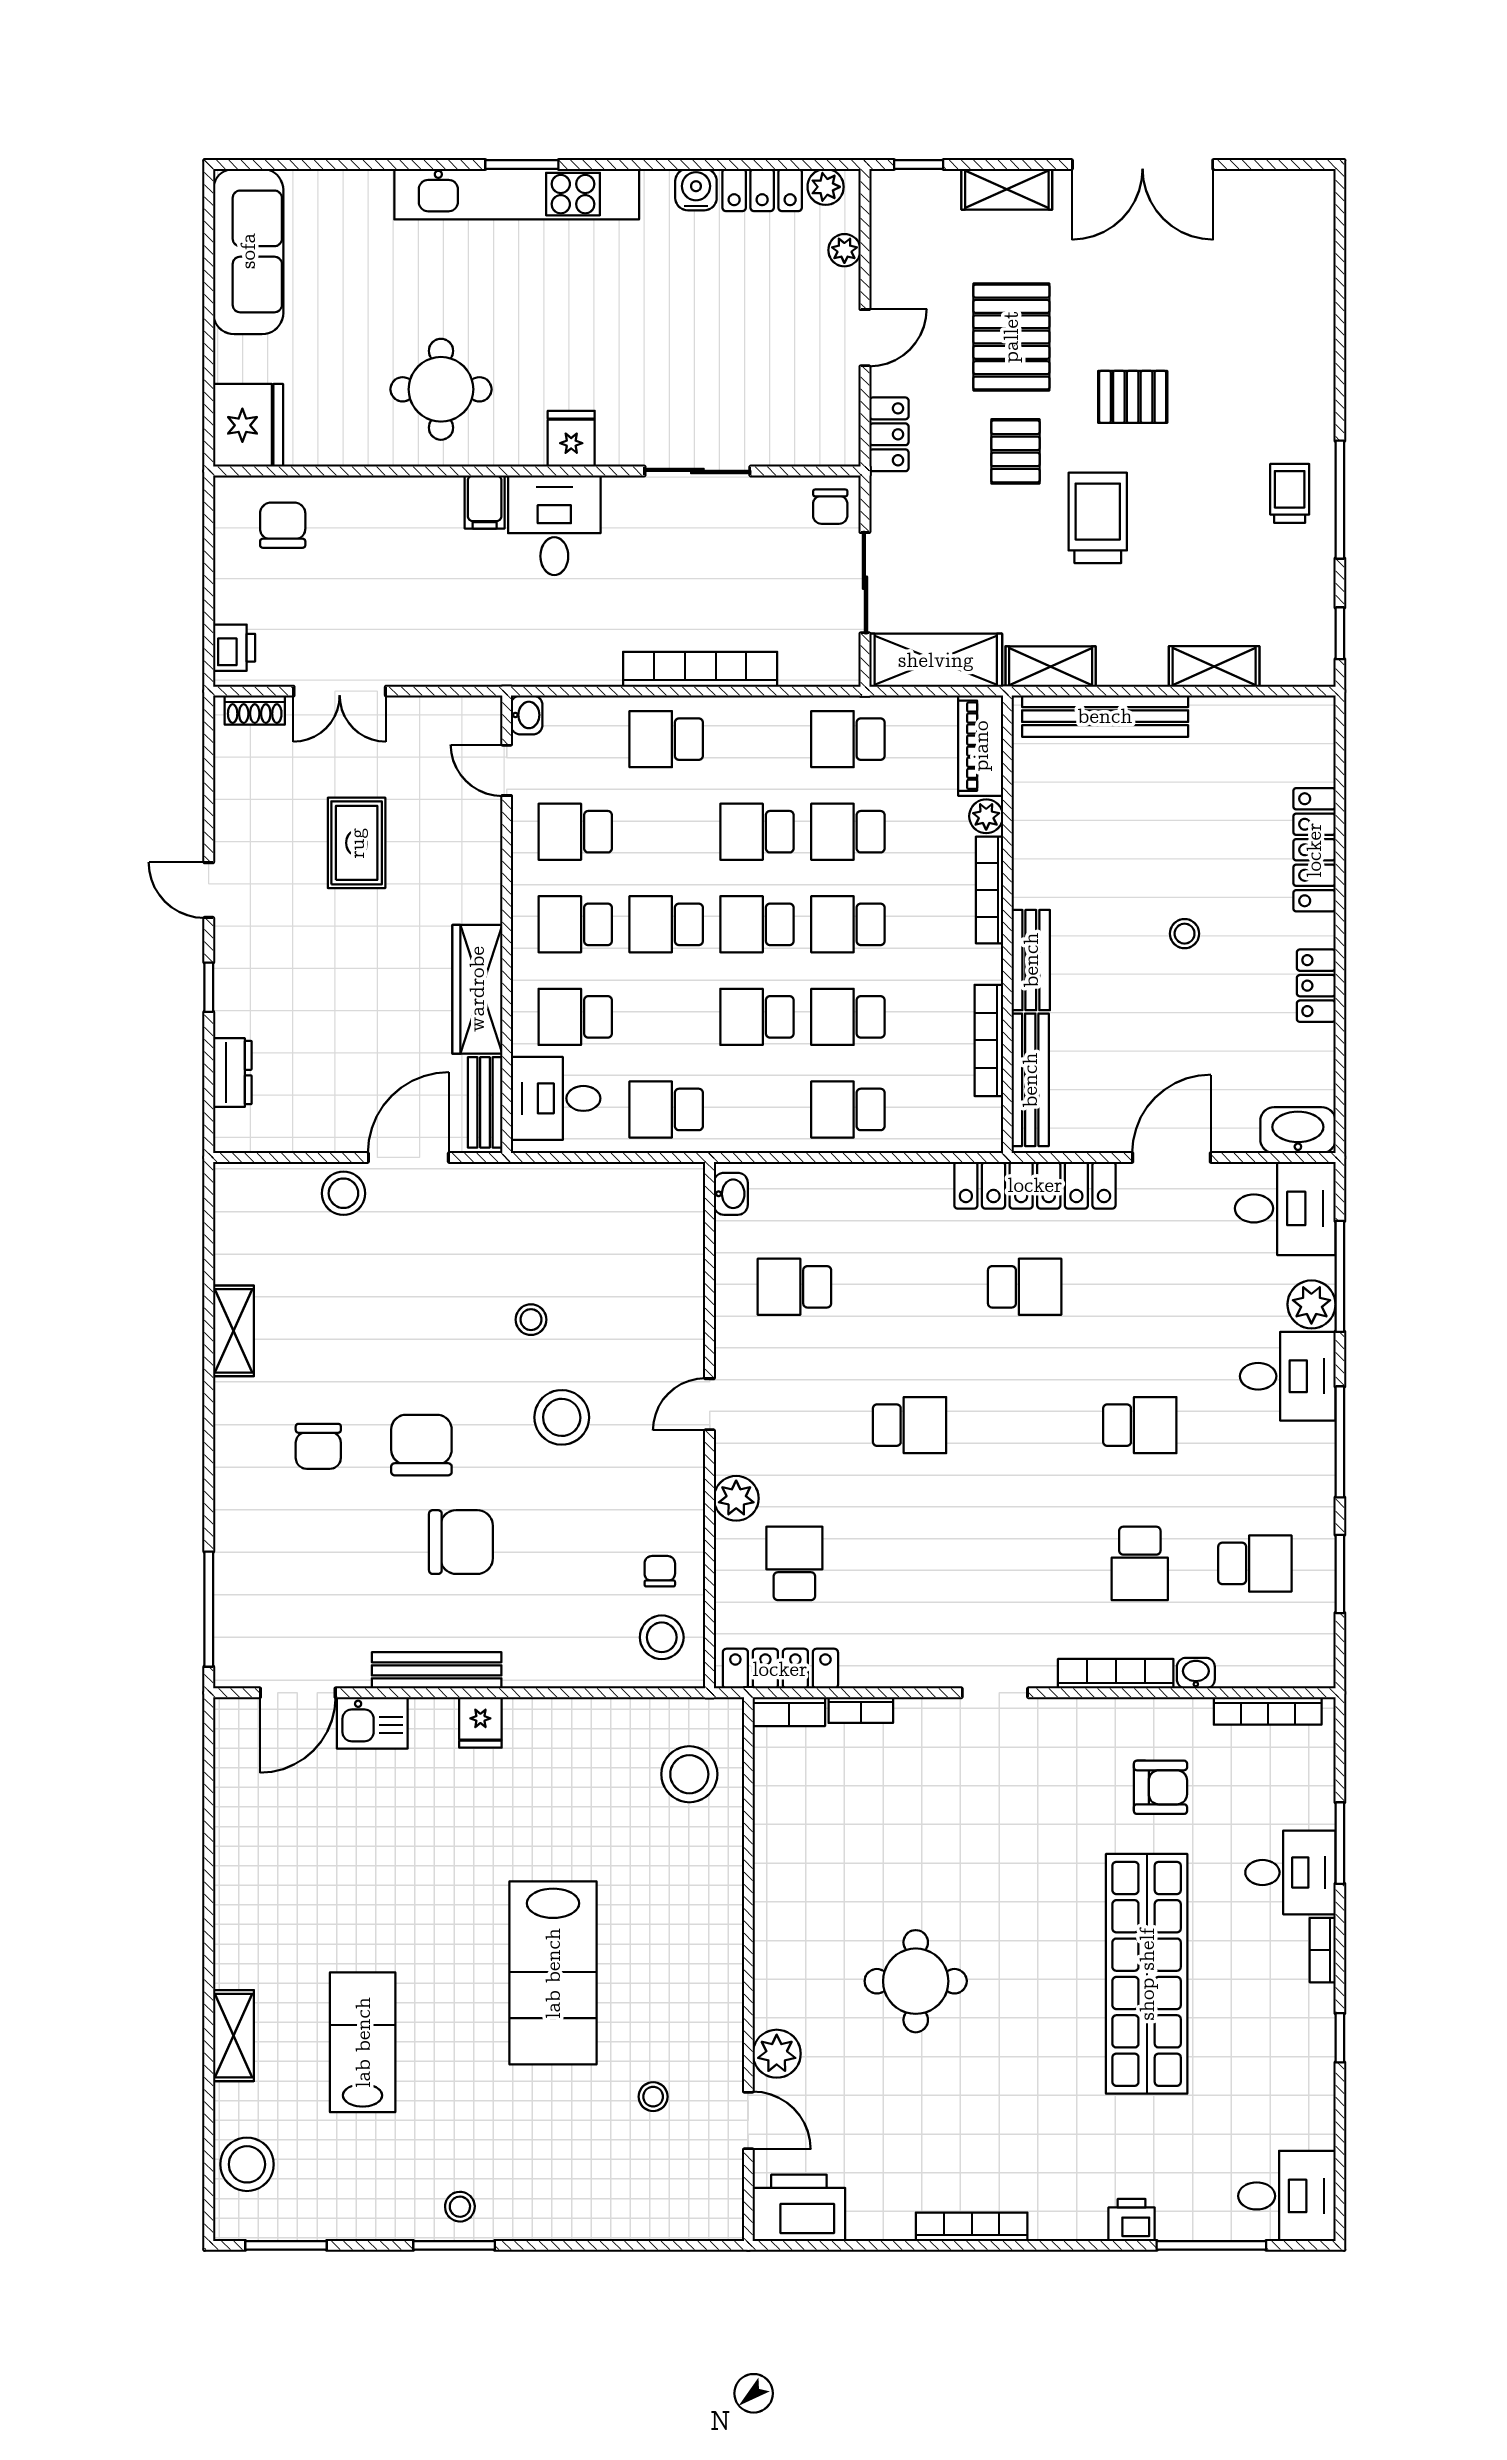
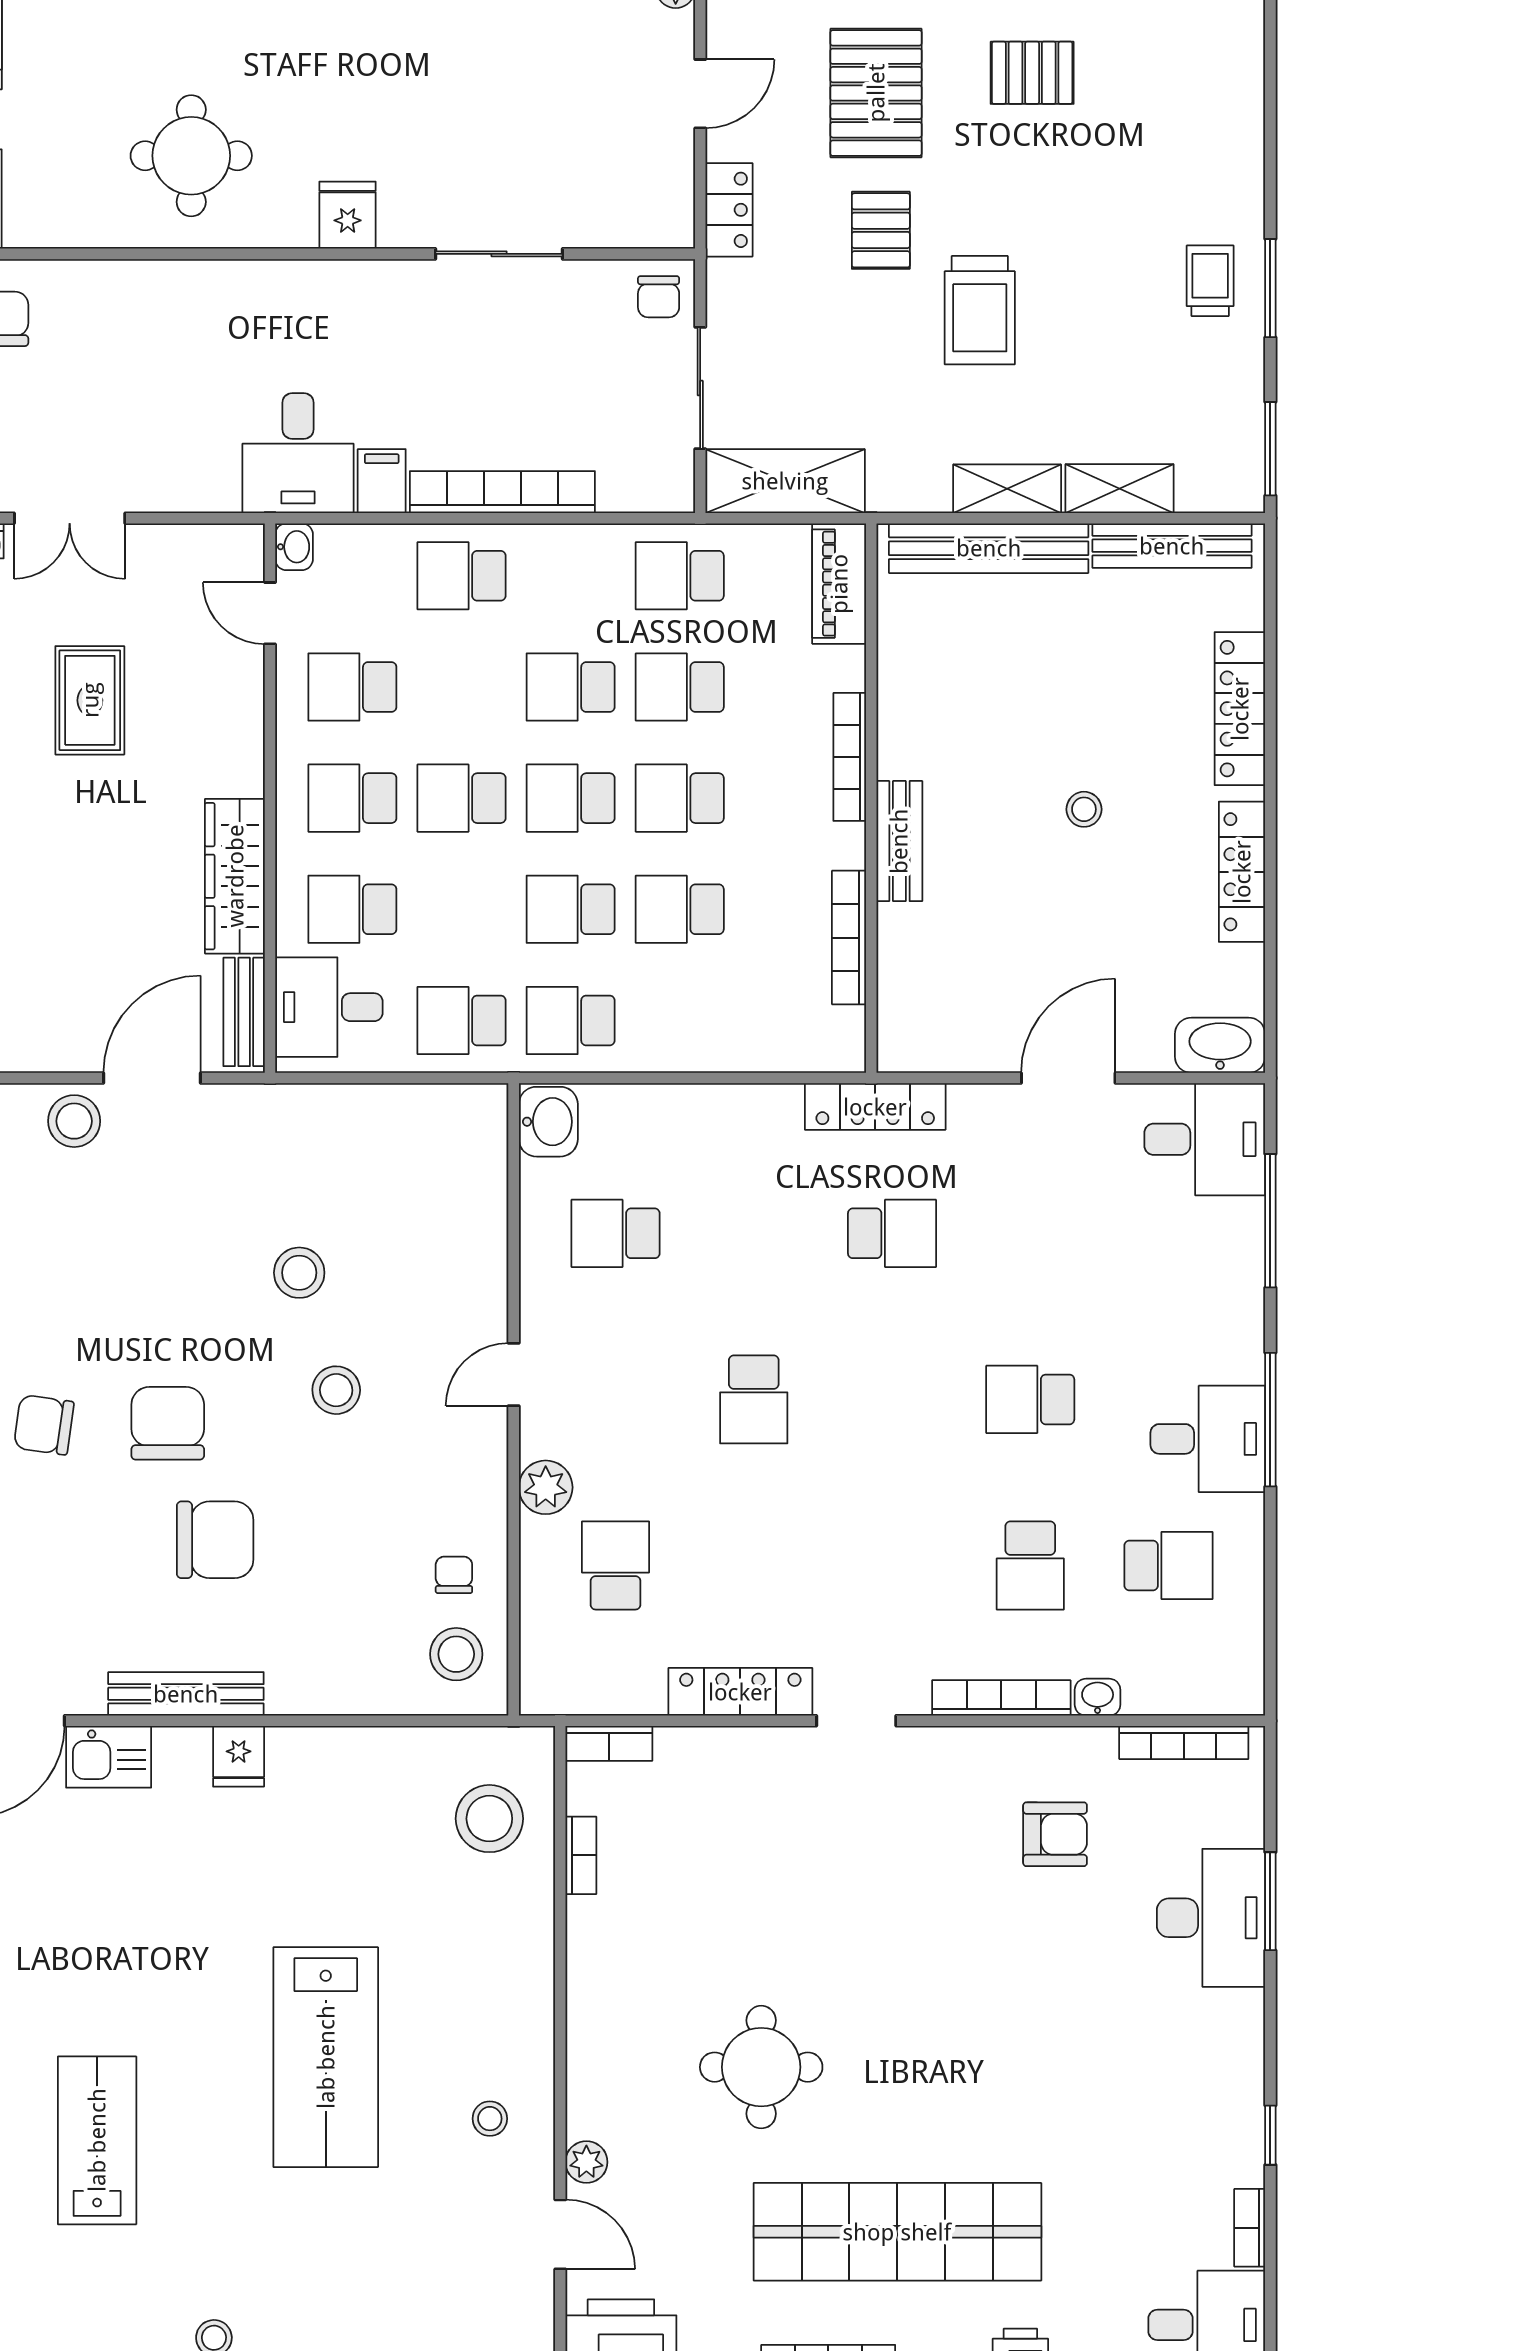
pallet: (1133, 397) -> (1032, 73), moved
window: (1340, 500) -> (1270, 288), width x0.69
filing cabinet: (485, 502) -> (382, 481), moved, turned 180
trolley: (1098, 518) -> (980, 310), turned 180
desk: (554, 525) -> (298, 453), moved, turned 180
window: (1340, 633) -> (1270, 449), width x1.50
shelving: (1051, 667) -> (1007, 489), moved
plant: (986, 816) -> (846, 668), removed
locker: (1316, 986) -> (1242, 872), width x1.53
bench: (1030, 1080) -> (1172, 546), moved, turned 90
school desk: (848, 1109) -> (571, 1020), moved
locker: (1035, 1185) -> (875, 1107), width x0.71, depth x0.83
washbasin: (731, 1194) -> (548, 1122), width x1.38, depth x1.45
plant: (1311, 1304) -> (1236, 1255), removed
stool: (531, 1320) -> (299, 1273), width x1.37, depth x1.37
desk: (1288, 1376) -> (1208, 1439), moved
stool: (562, 1417) -> (336, 1390), width x0.73, depth x0.73
school desk: (910, 1425) -> (754, 1399), turned 90
school desk: (1140, 1425) -> (1030, 1399), turned 180
chair: (318, 1446) -> (44, 1425), turned 98
window: (1340, 1574) -> (1270, 1578), removed
locker: (780, 1669) -> (740, 1692), moved
bookcase: (861, 1710) -> (581, 1855), moved, turned -90
desk: (1290, 1872) -> (1211, 1918), width x1.37
bookcase: (1323, 1950) -> (1250, 2228), moved
shop shelf: (1147, 1974) -> (897, 2232), moved, turned 90
plant: (777, 2054) -> (586, 2162), width x0.73, depth x0.73
stool: (653, 2097) -> (490, 2119), moved

